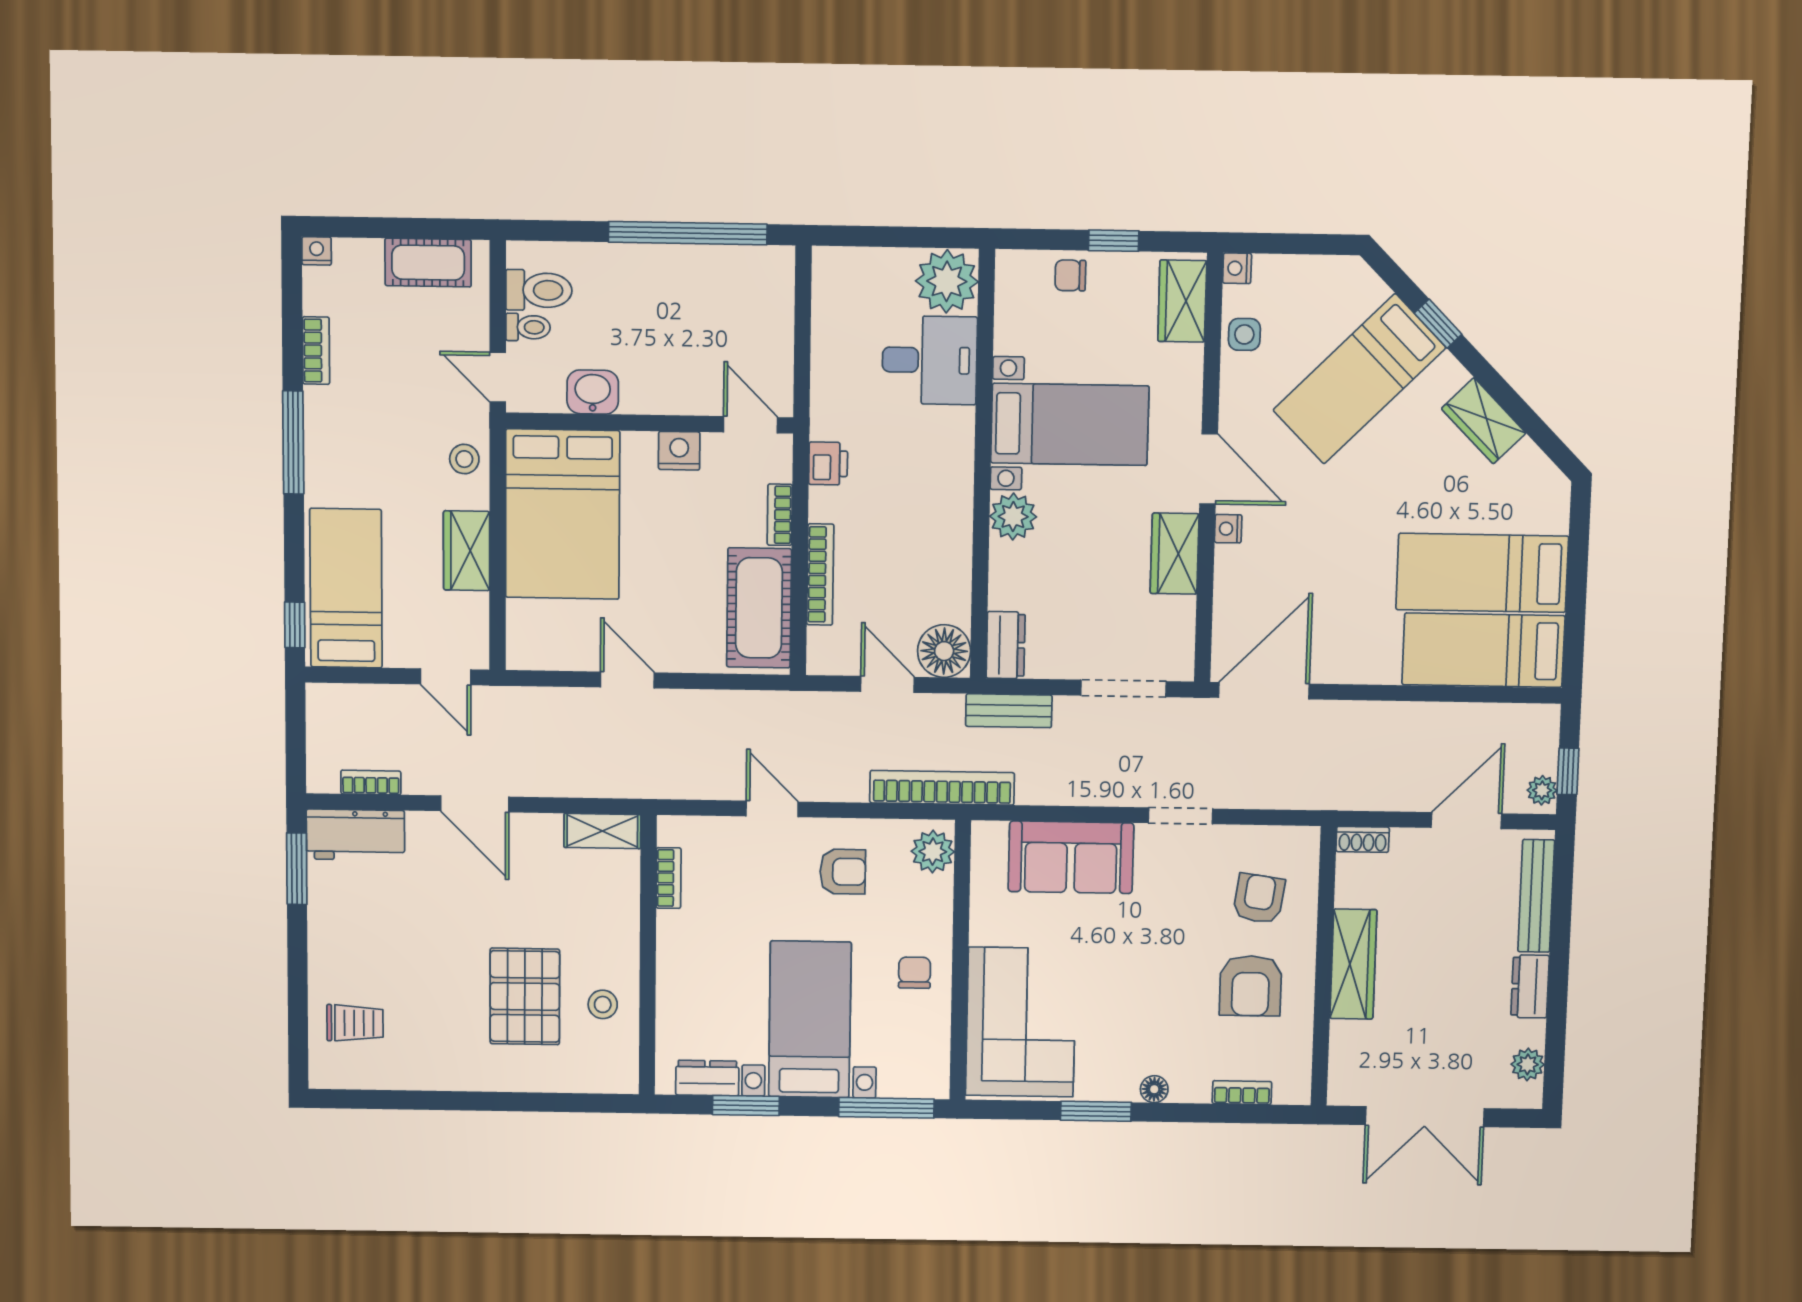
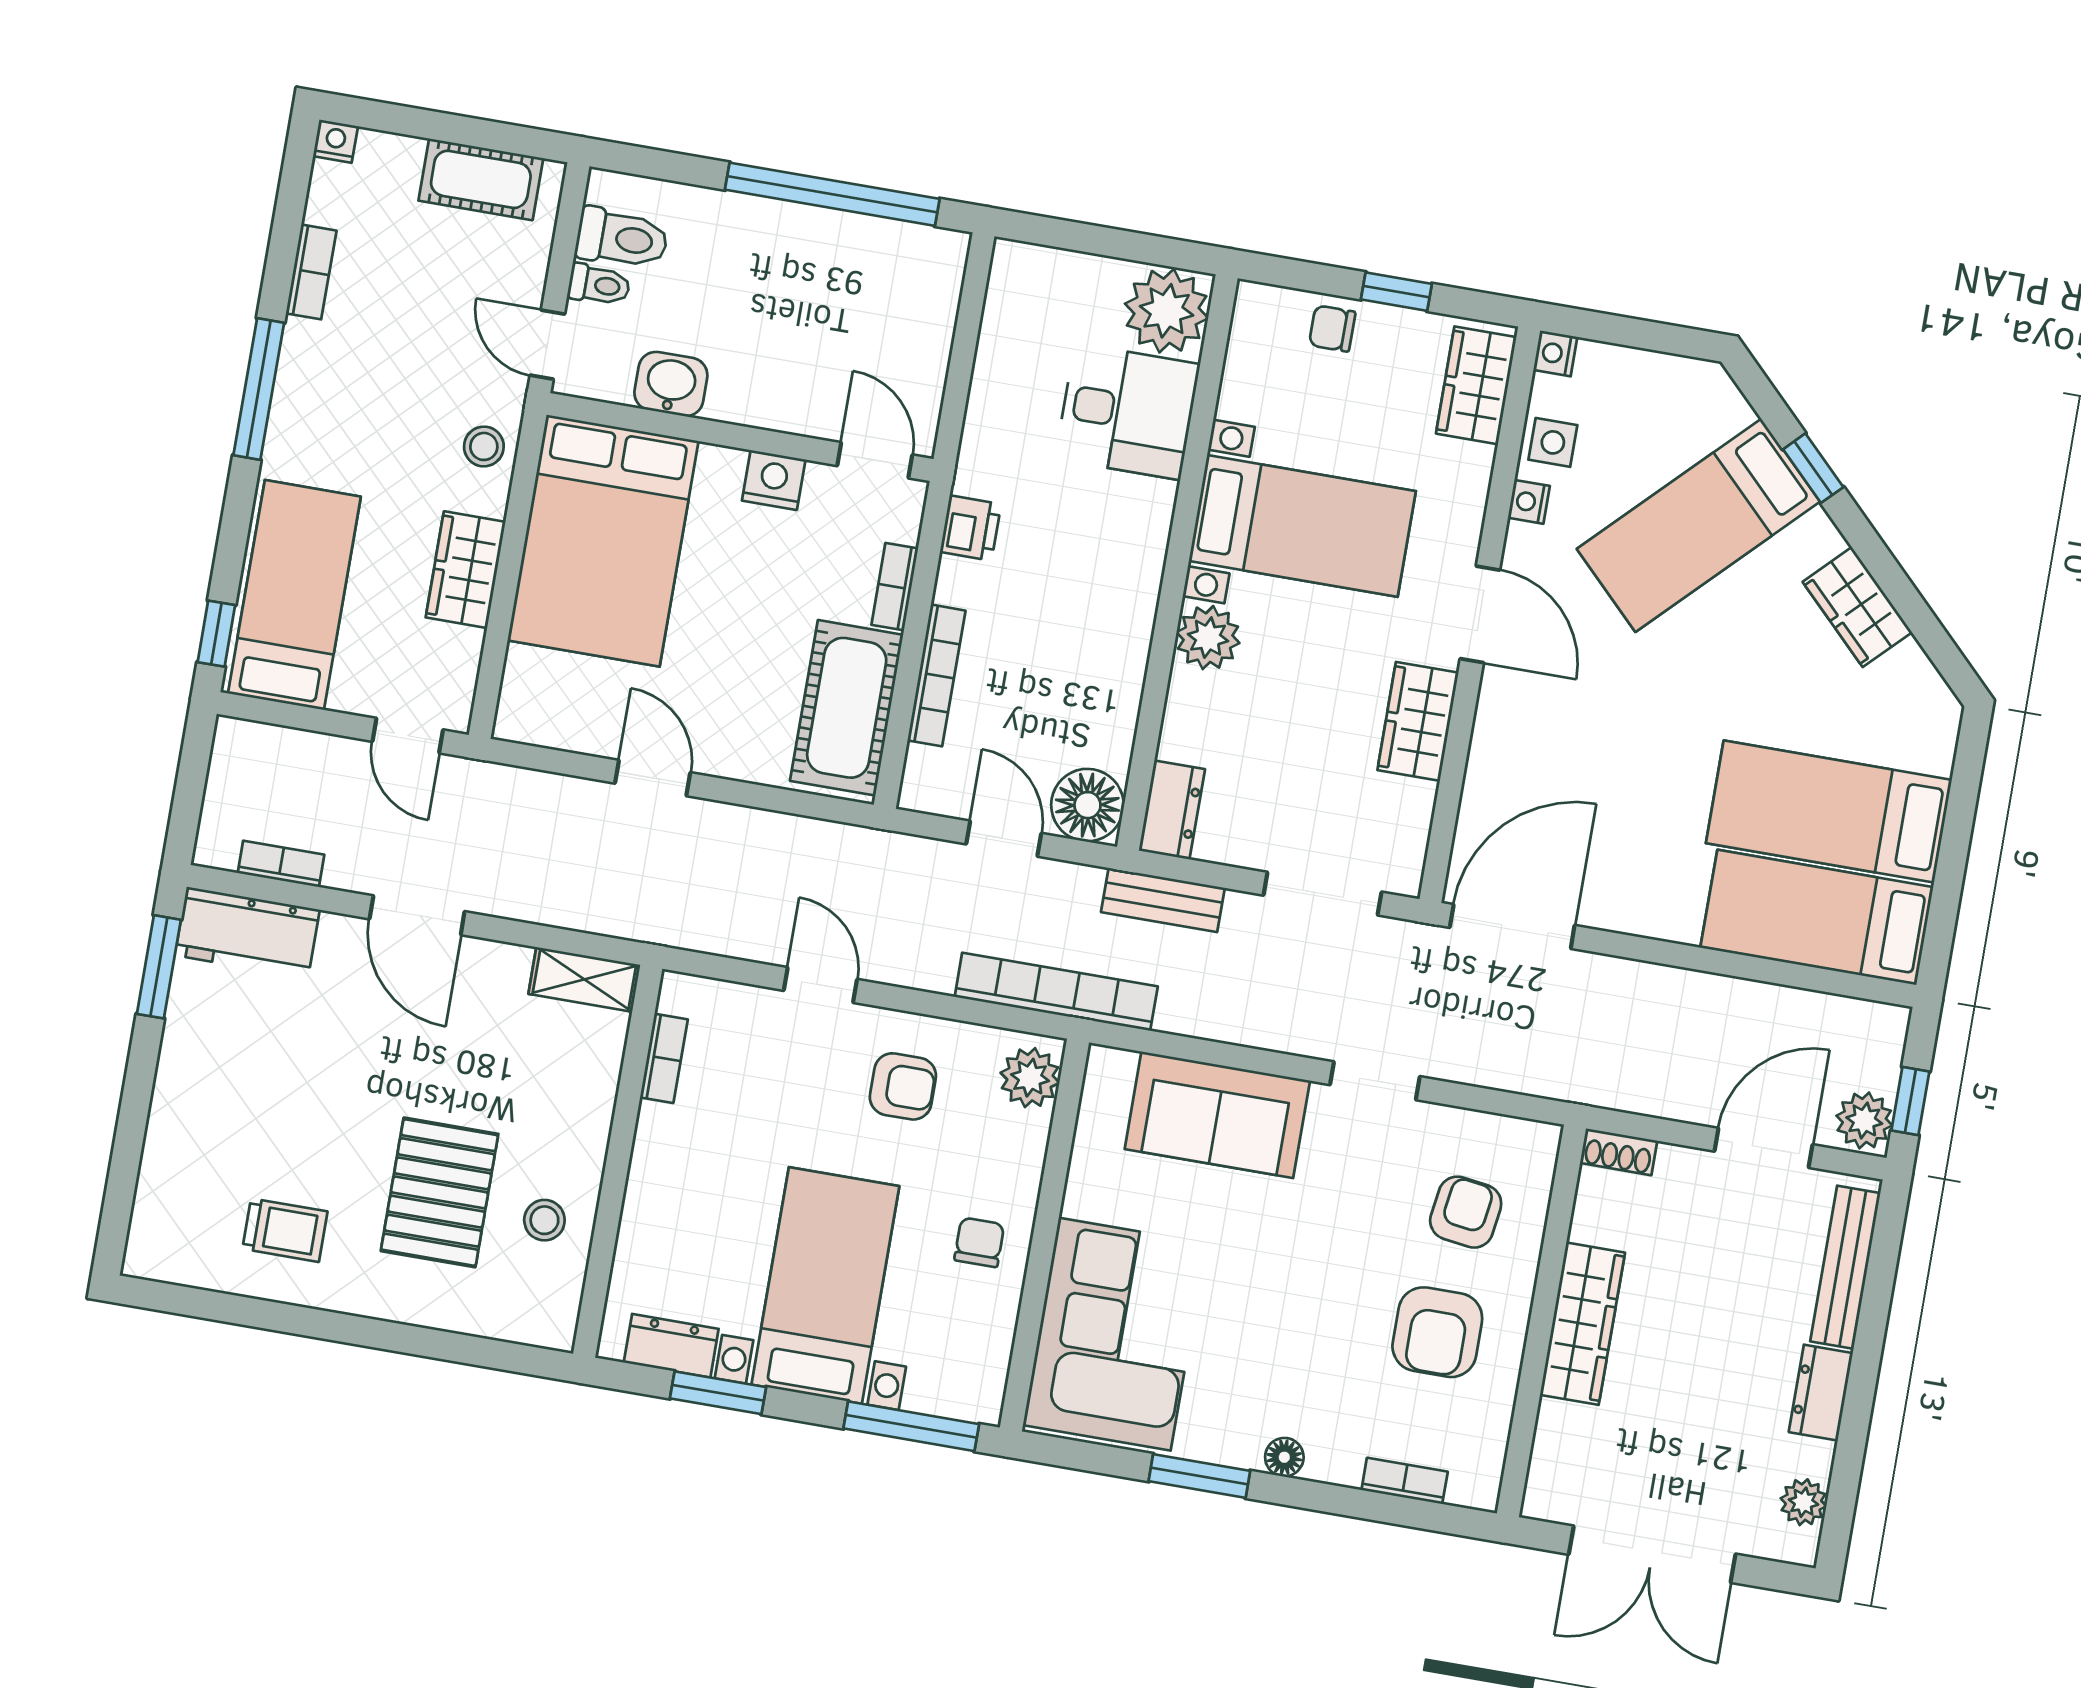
nightstand: (1228, 529) -> (1529, 502), moved
plant: (1542, 790) -> (1864, 1120), width x1.38, depth x1.38
trolley: (355, 1023) -> (285, 1230), moved

